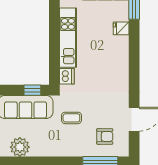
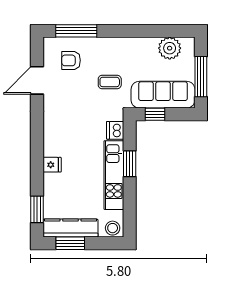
fridge: (121, 28) -> (52, 165), moved
window: (54, 47) -> (130, 164), added

